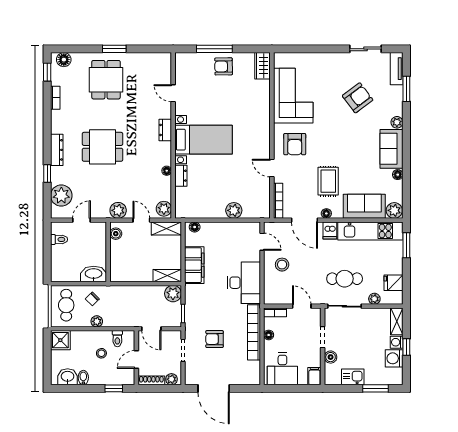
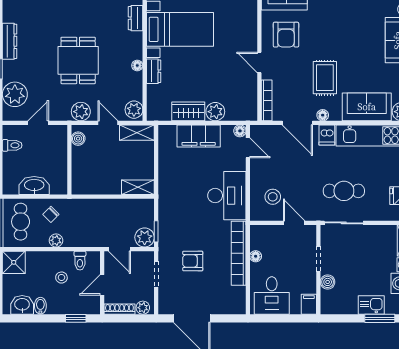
dining table: (103, 147) -> (78, 60), moved, turned 90
wardrobe: (211, 210) -> (188, 111), added
floor lamp: (195, 227) -> (240, 131), moved
filing cabinet: (194, 265) -> (199, 136), moved, turned 90
stool: (282, 265) -> (273, 197), moved
washbasin: (94, 274) -> (34, 185), moved
plant: (173, 294) -> (145, 237), moved
plant: (374, 299) -> (379, 214), removed
bookcase: (275, 312) -> (263, 230), removed
kitchen sink: (353, 377) -> (371, 305), moved

